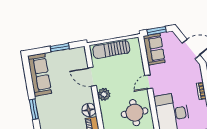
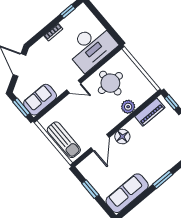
plant: (104, 94) -> (128, 107), moved
floor lamp: (89, 110) -> (122, 137), moved

